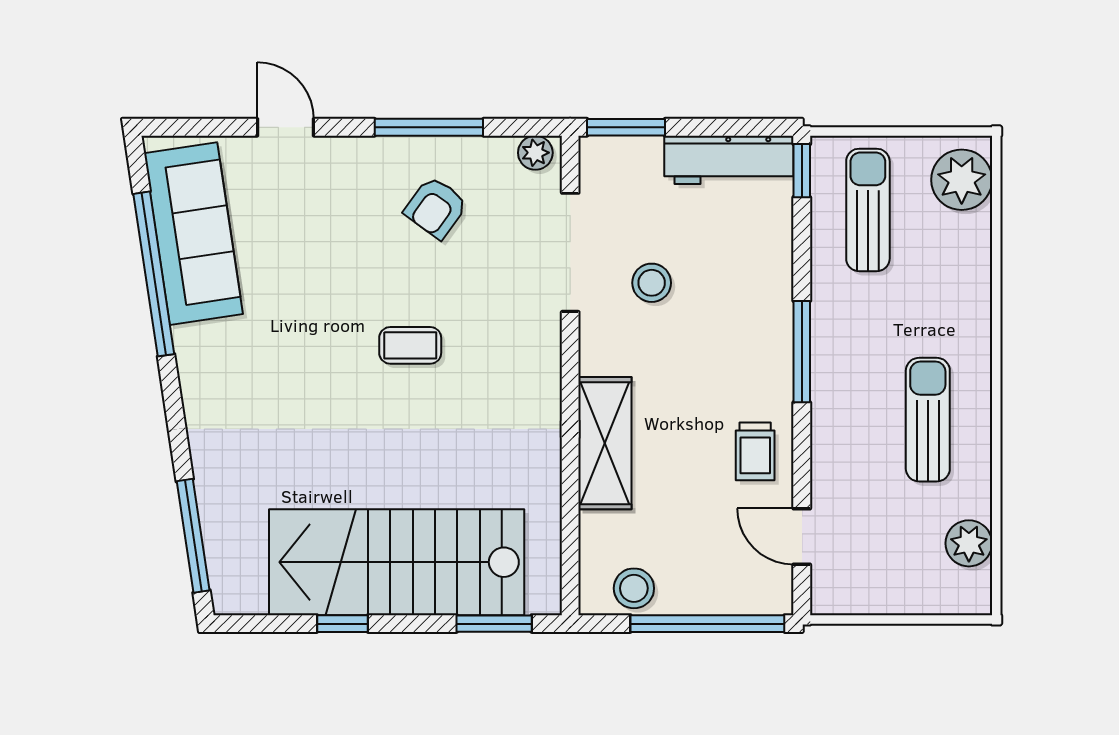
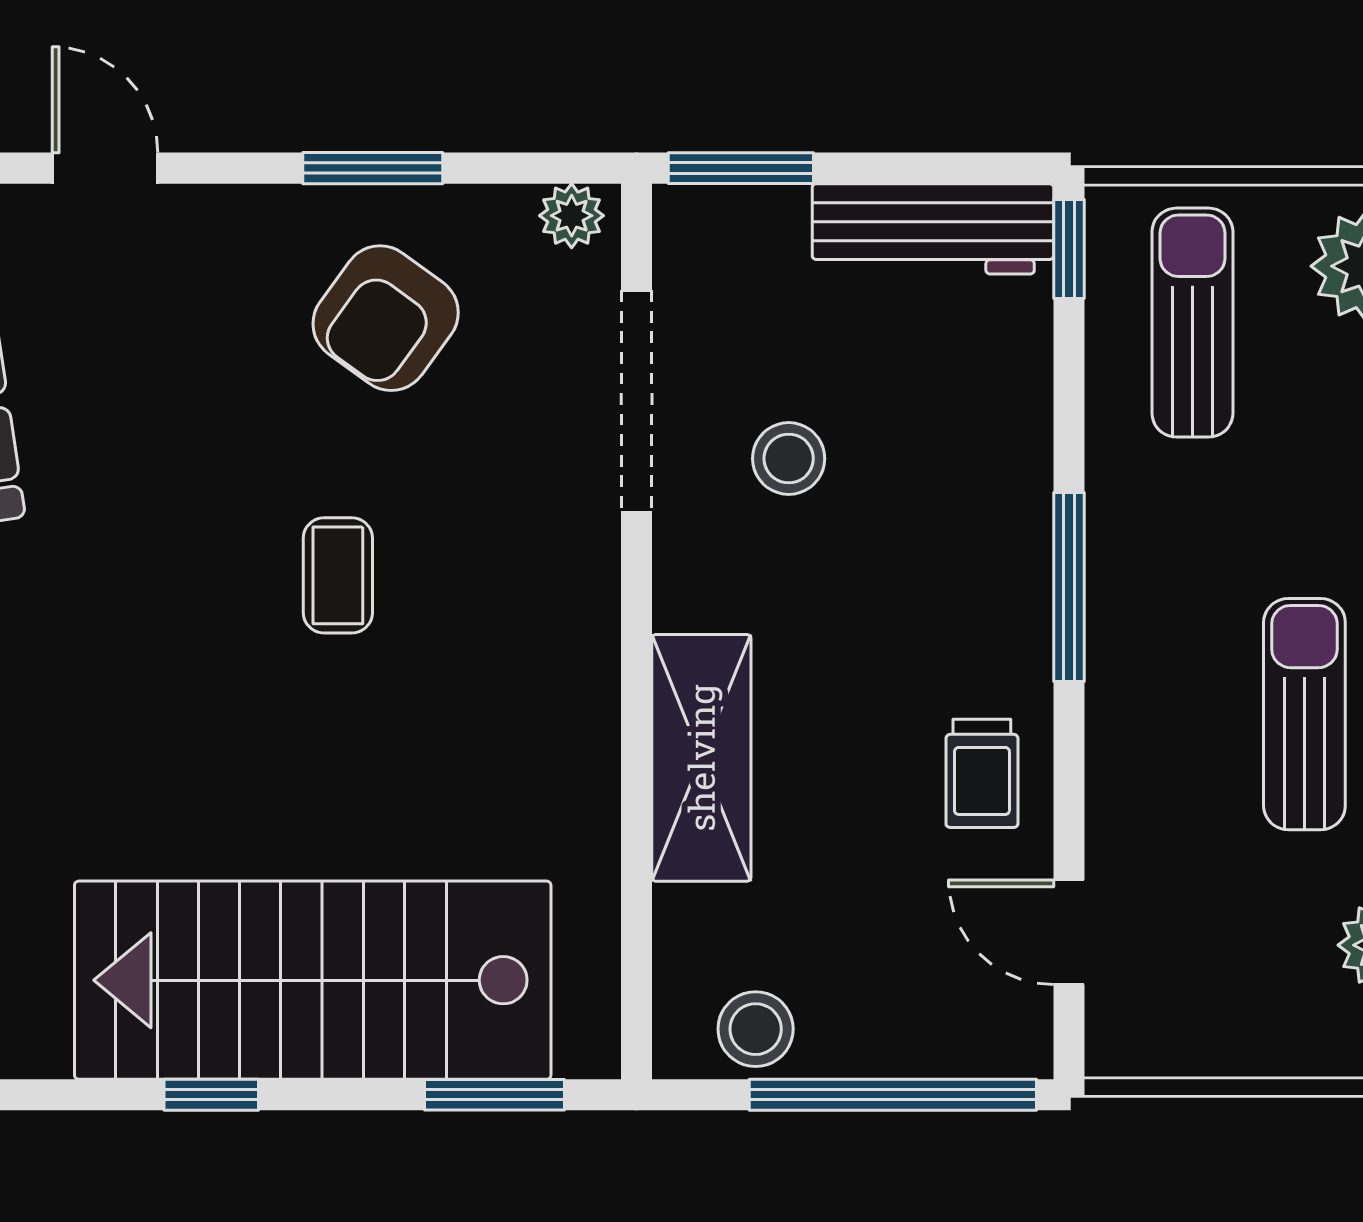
window: (429, 127) -> (373, 168), width x0.69
armchair: (436, 208) -> (386, 318), width x1.38, depth x1.38
coffee table: (410, 345) -> (338, 575), turned 90

